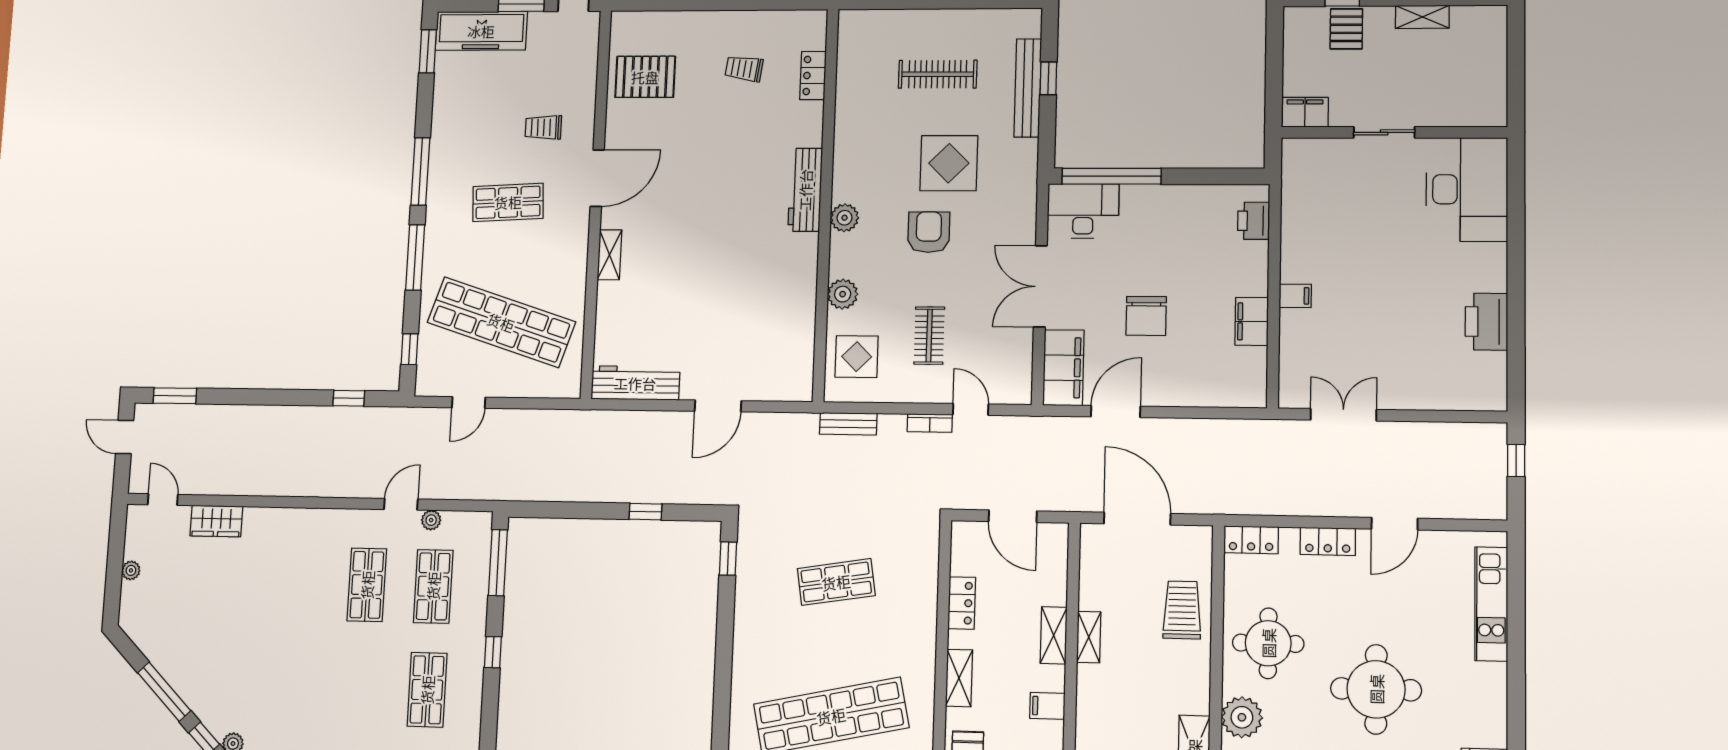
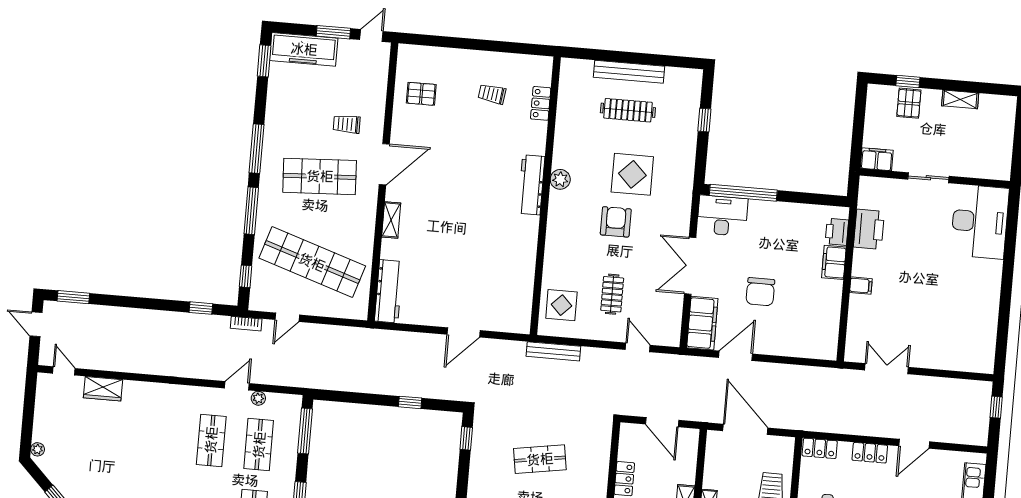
pallet: (645, 77) -> (421, 94), width x0.67, depth x0.71
bench: (1028, 88) -> (629, 72), moved, turned 90
shop shelf: (508, 202) -> (320, 176), width x1.43, depth x1.36
plant: (845, 218) -> (560, 179), moved
plant: (843, 294) -> (554, 261), removed
filing cabinet: (1252, 321) -> (834, 262), moved
printer: (1486, 322) -> (869, 229), moved, turned 180
workbench: (635, 383) -> (389, 291), moved, turned 90
bookcase: (930, 423) -> (246, 324), moved
bench: (848, 424) -> (553, 351), width x1.36
plant: (131, 570) -> (38, 449), moved

